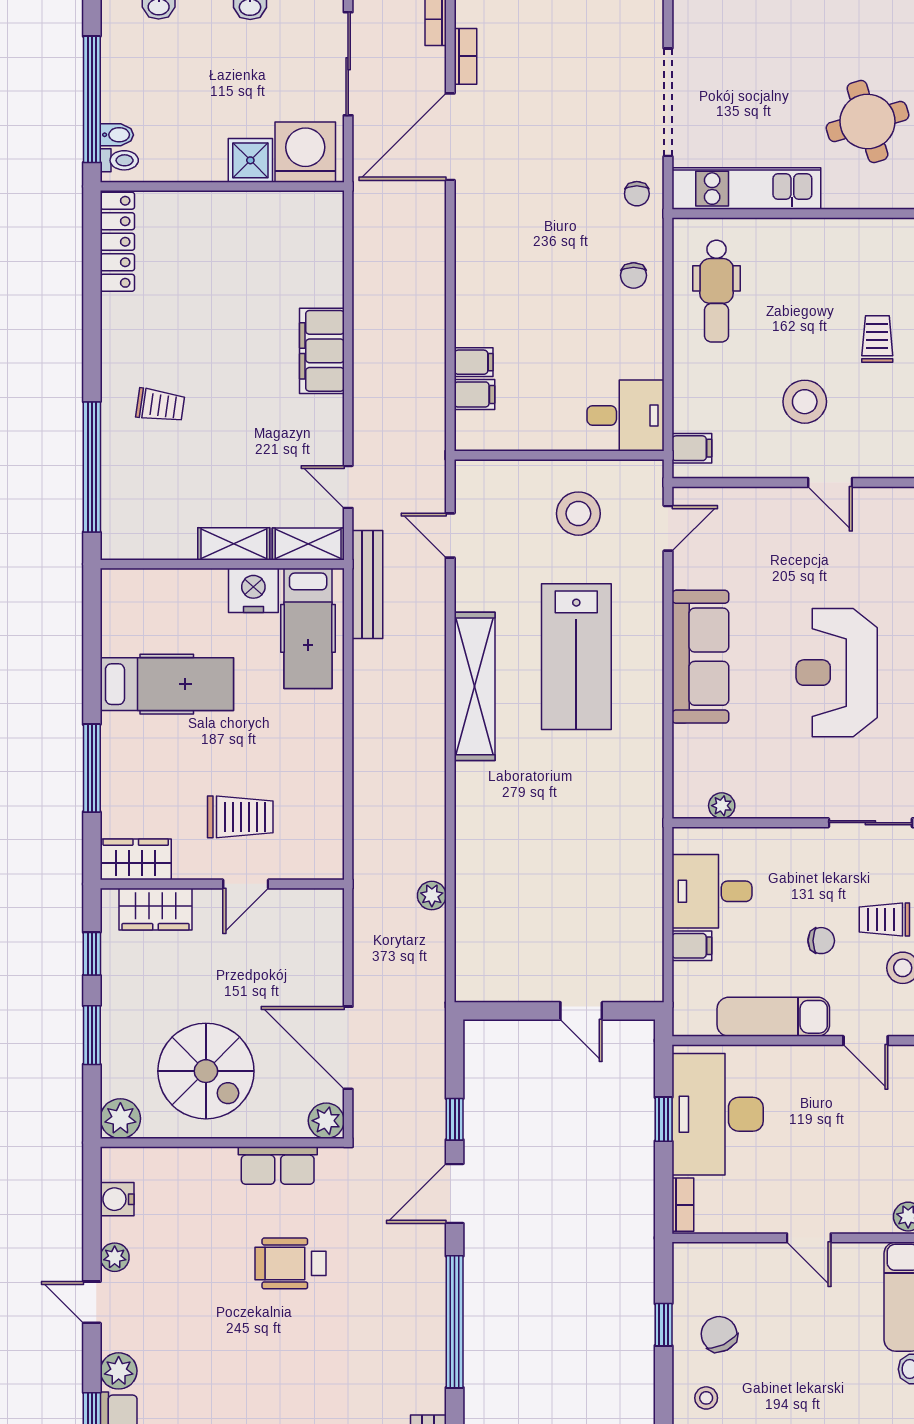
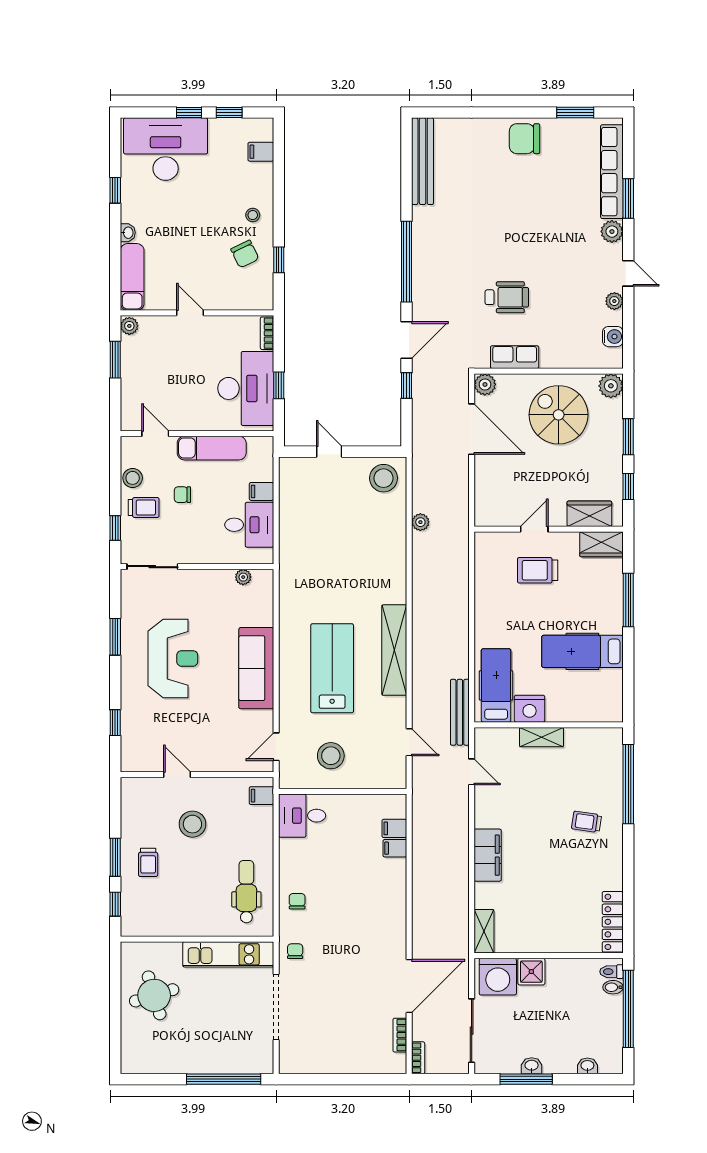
shelving: (308, 544) -> (484, 931), moved, turned 90
stool: (492, 967) -> (384, 478), added

